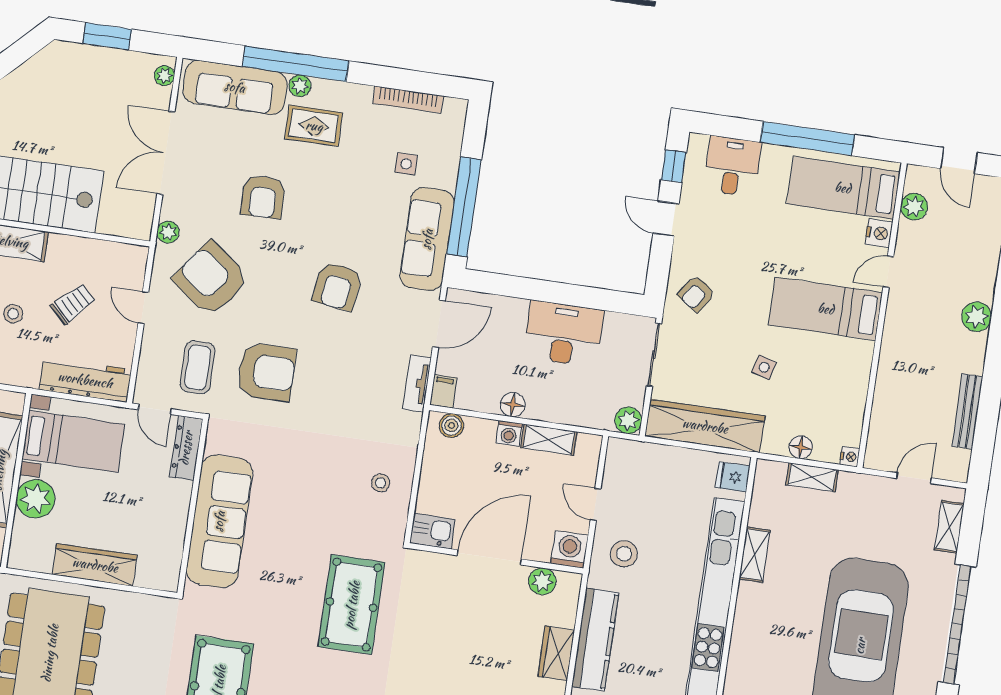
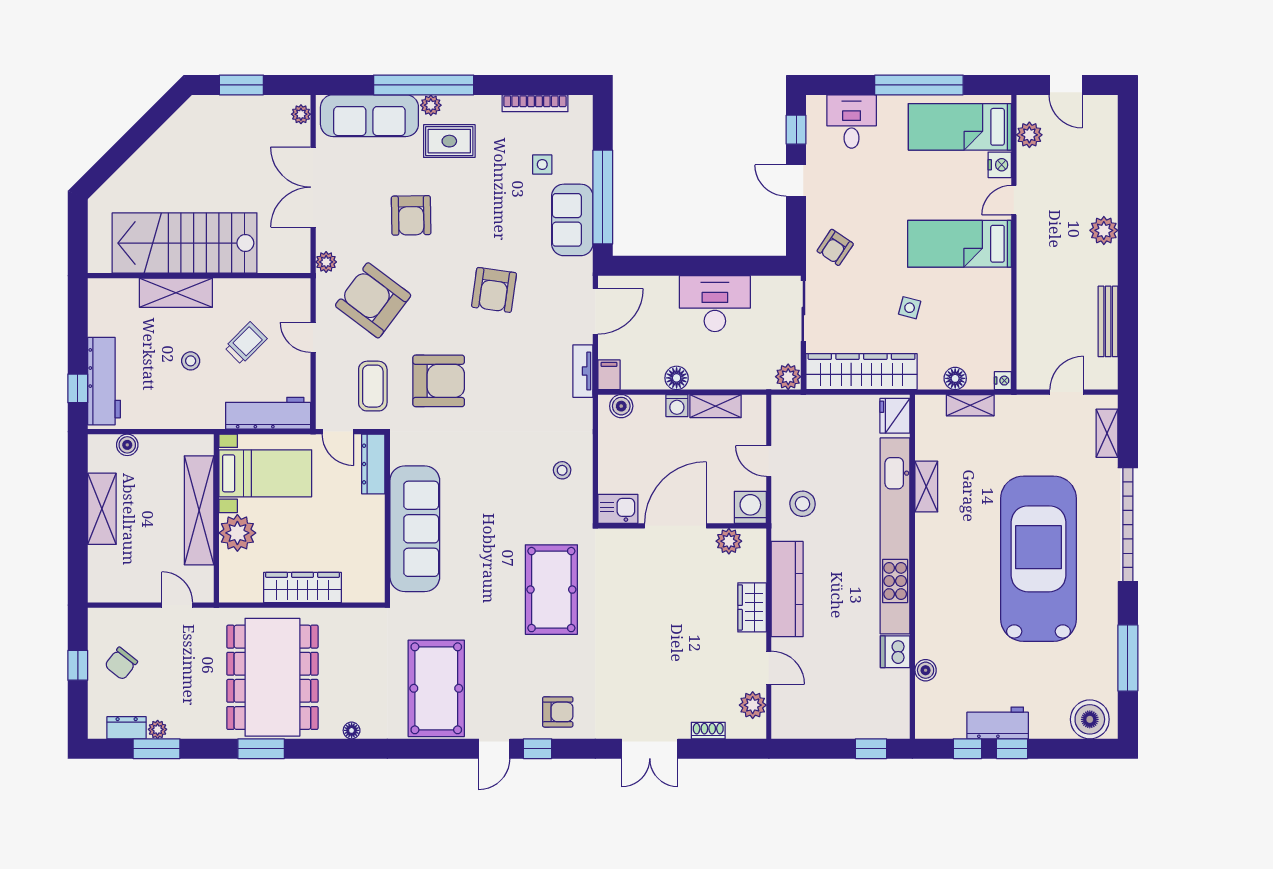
sofa: (427, 239) -> (572, 220), width x0.73
fridge: (733, 477) -> (895, 416), width x1.38

